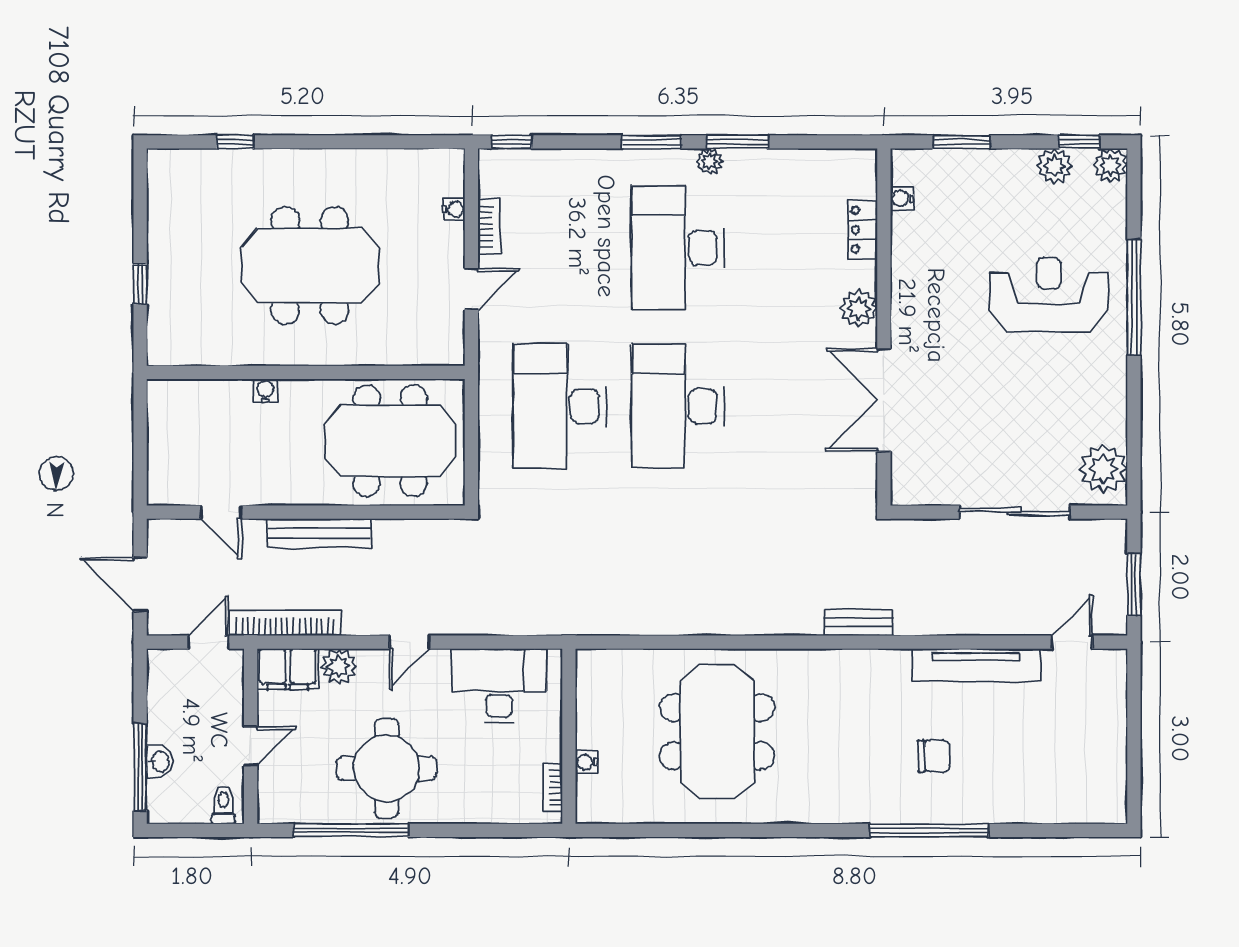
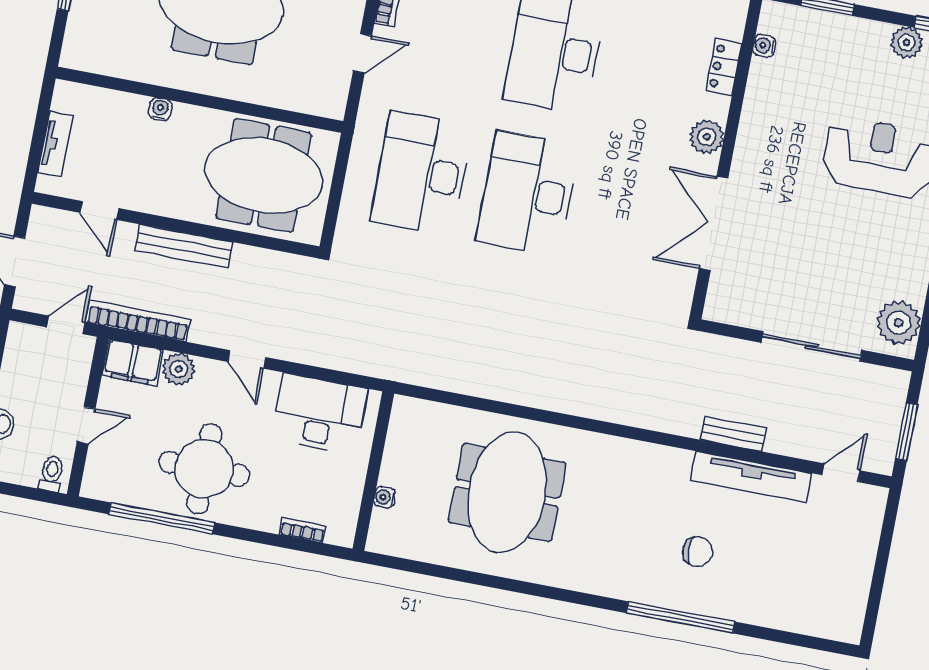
tv unit: (160, 450) -> (55, 144), added
bench: (859, 622) -> (733, 434), moved
door: (410, 642) -> (247, 359), hinge flipped
bookcase: (553, 788) -> (303, 530), moved, turned 90

